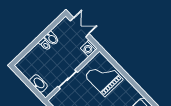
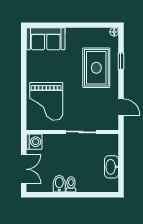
double door: (80, 27) -> (24, 169), swing flipped
washbasin: (38, 83) -> (112, 167), moved

